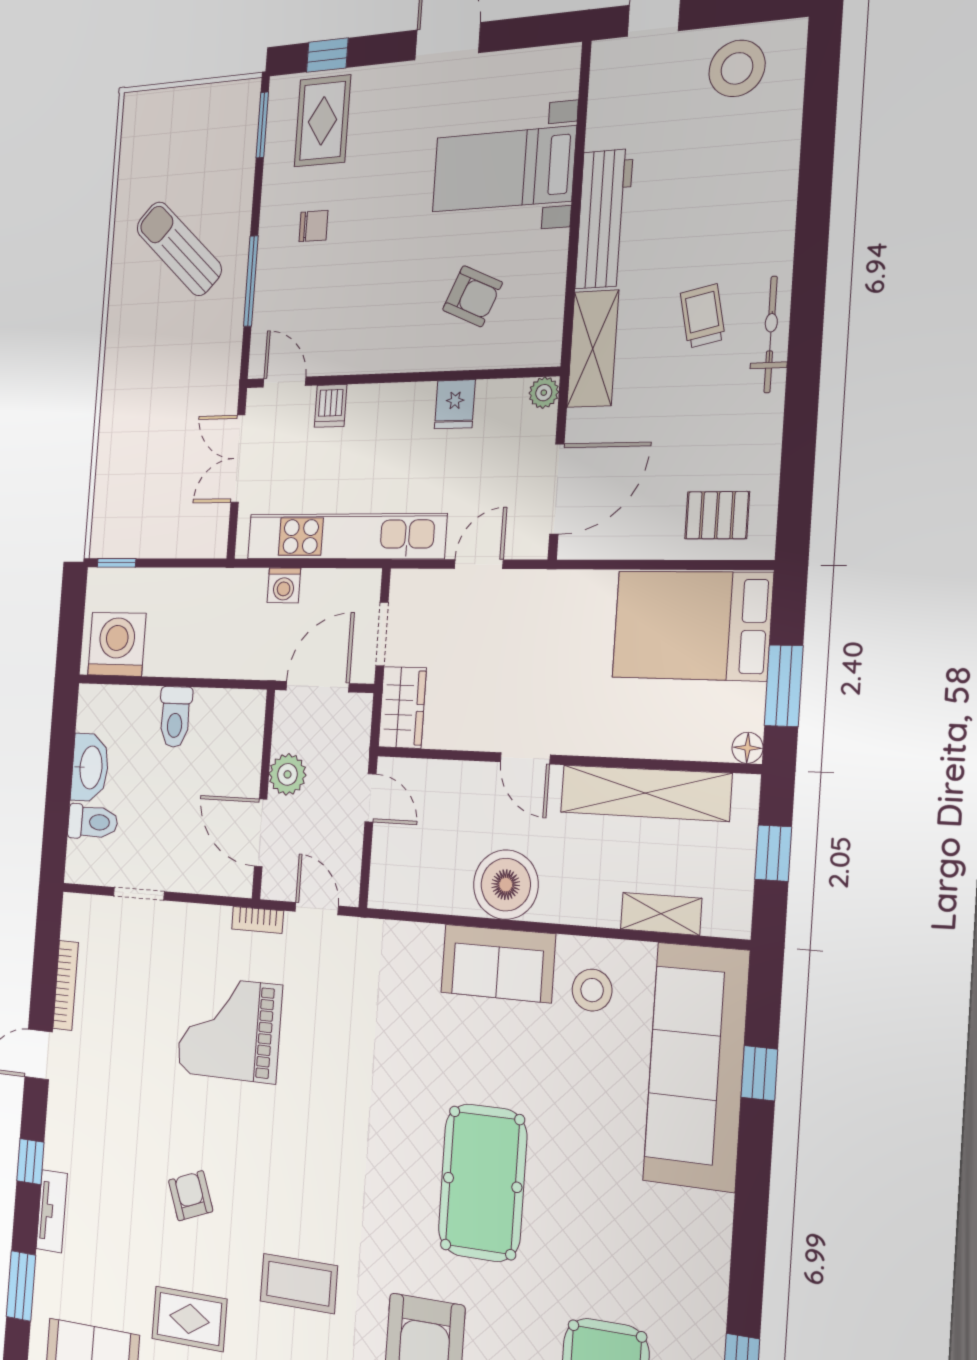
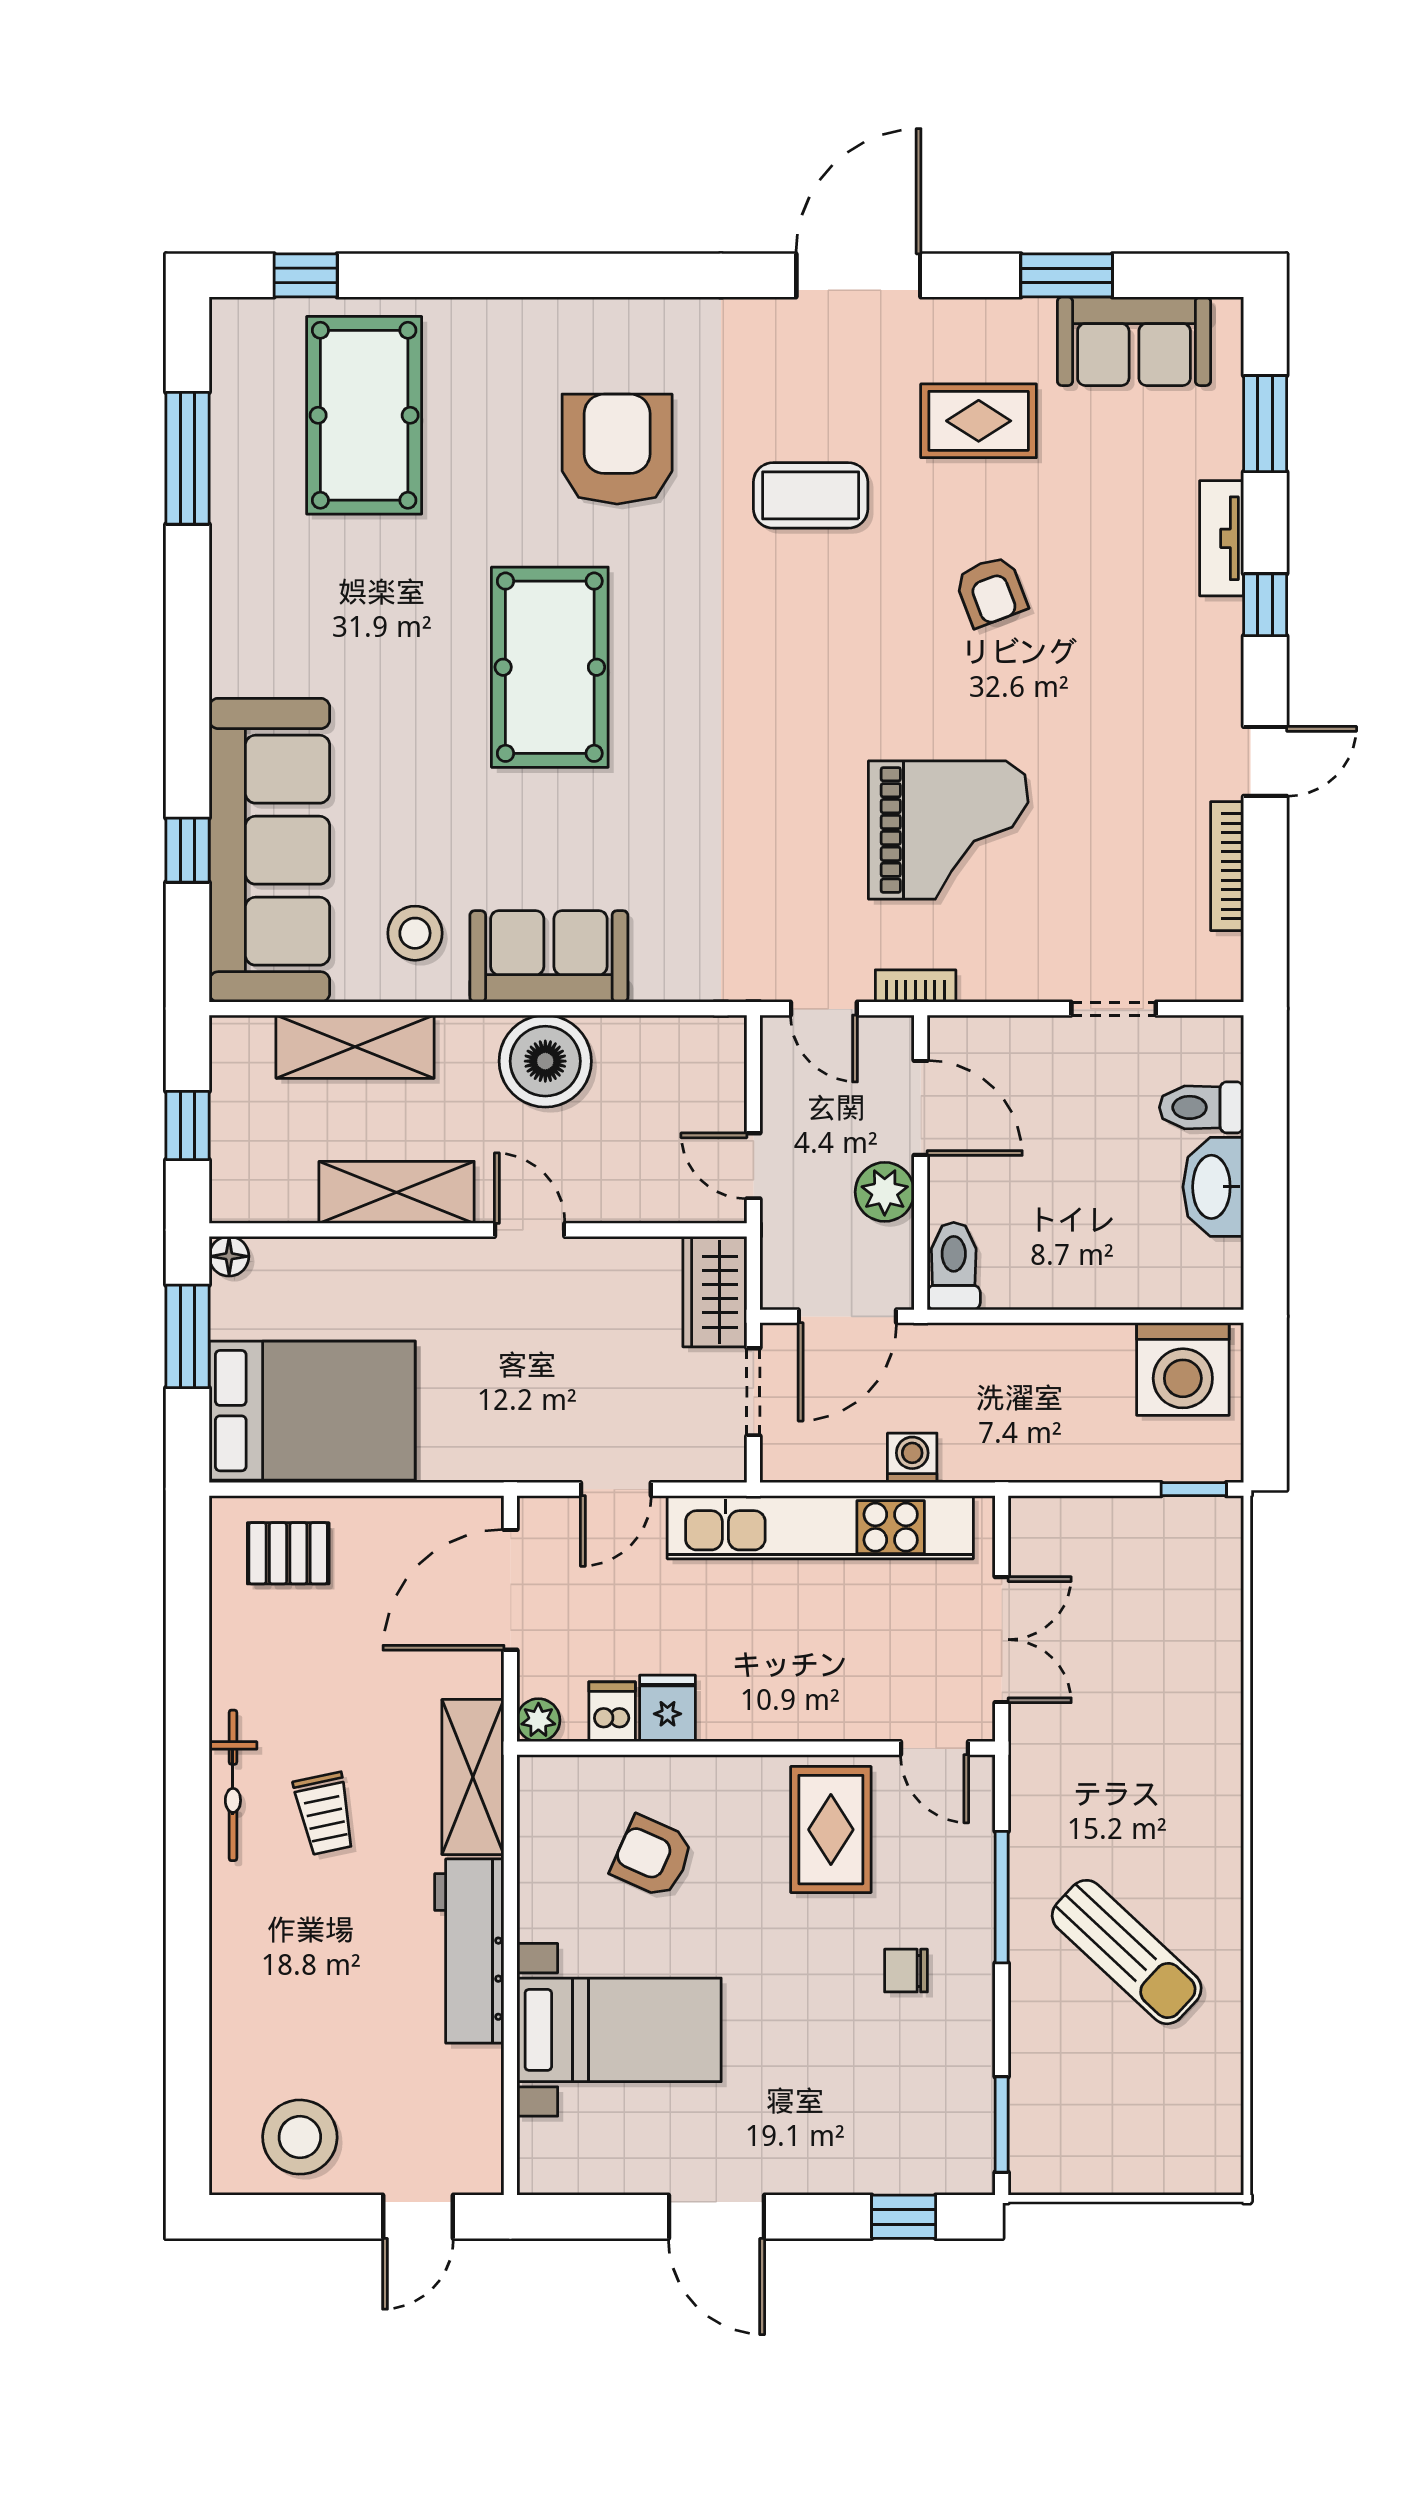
rug: (322, 121) -> (831, 1830), moved
dishwasher: (331, 406) -> (612, 1712), moved
toilet: (175, 717) -> (954, 1266), moved
shelving: (645, 793) -> (397, 1192), width x0.68
shelving: (661, 914) -> (355, 1047), width x1.50, depth x1.33

